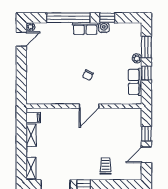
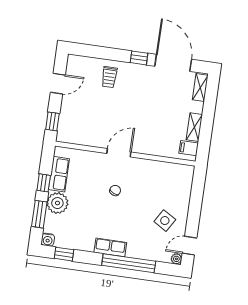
window: (107, 18) -> (64, 254), moved
water cooler: (104, 28) -> (48, 240), moved
side table: (44, 57) -> (165, 221), added
plant: (137, 58) -> (57, 203), width x1.88, depth x1.88
window: (146, 134) -> (52, 121), moved

